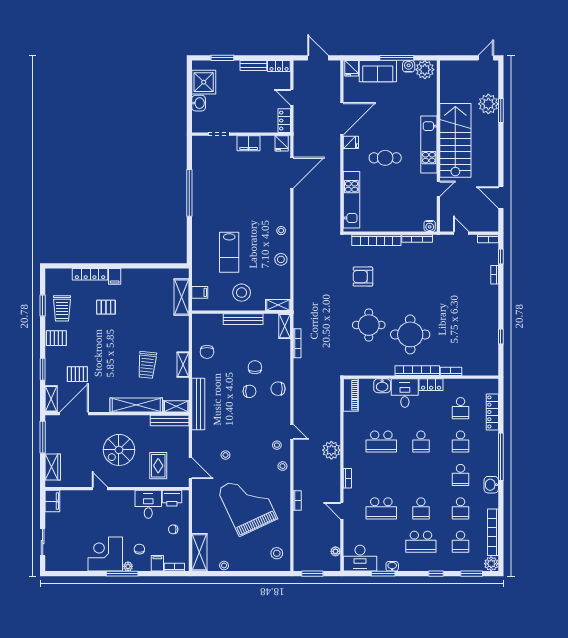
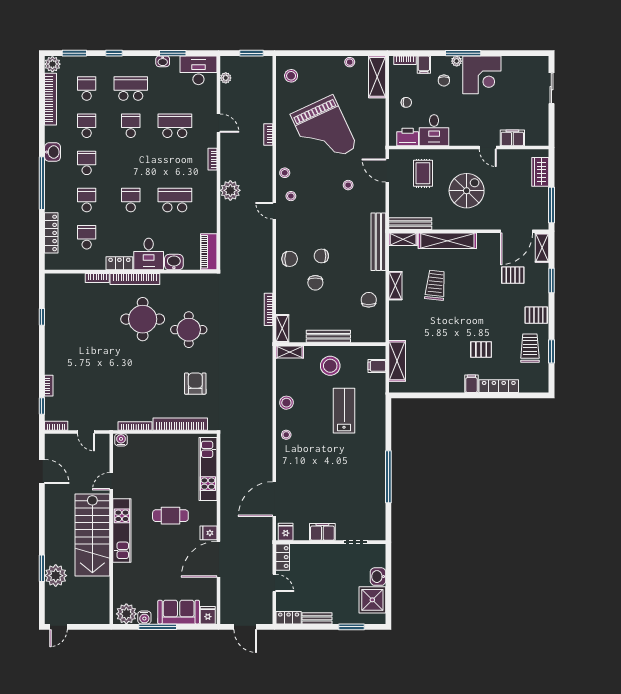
armchair: (363, 277) -> (195, 384), turned -90
filing cabinet: (52, 501) -> (512, 138), moved, turned 90

